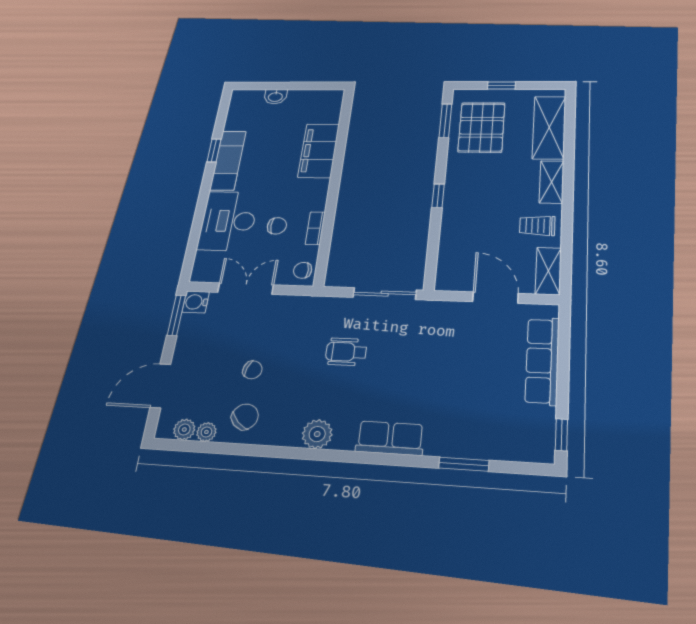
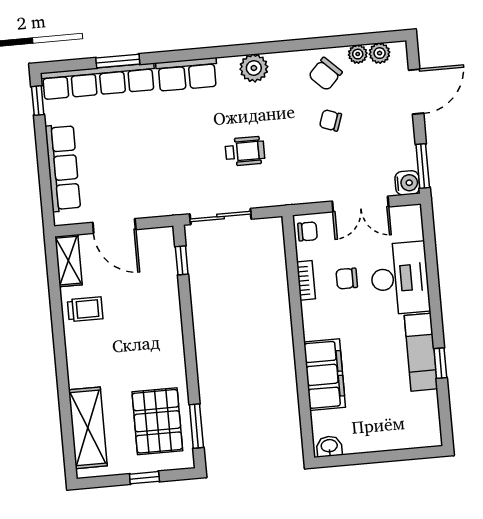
washbasin: (275, 97) -> (329, 446), moved
shelving: (552, 182) -> (77, 361), removed
window: (438, 196) -> (182, 260), moved
row of seats: (490, 445) -> (98, 81), added

